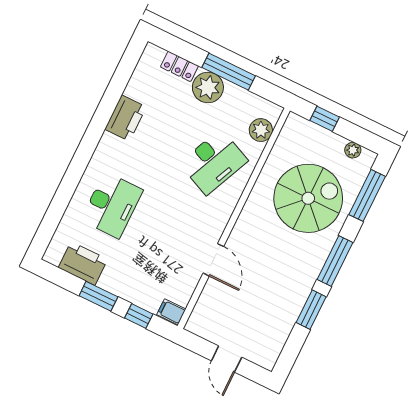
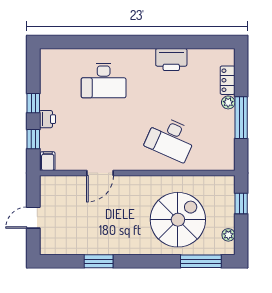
plant: (208, 87) -> (228, 102), width x0.53, depth x0.53
plant: (261, 130) -> (210, 161), removed
spiral stairs: (308, 198) -> (178, 220), turned -90
window: (335, 261) -> (142, 261), removed
printer: (83, 263) -> (47, 119), moved, width x0.53, depth x0.68
window: (98, 296) -> (33, 103), width x0.67

